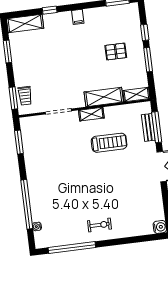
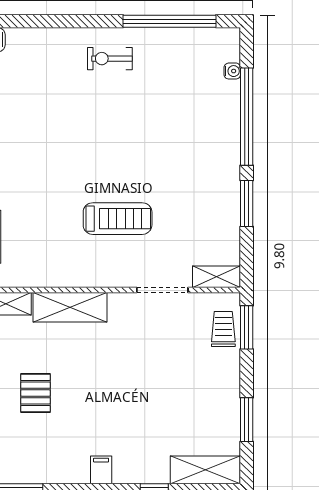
pallet: (116, 51) -> (35, 393), turned 90
shelving: (91, 114) -> (217, 277), moved
window: (19, 142) -> (247, 203), moved
treadmill: (109, 143) -> (118, 219), moved, turned 180

